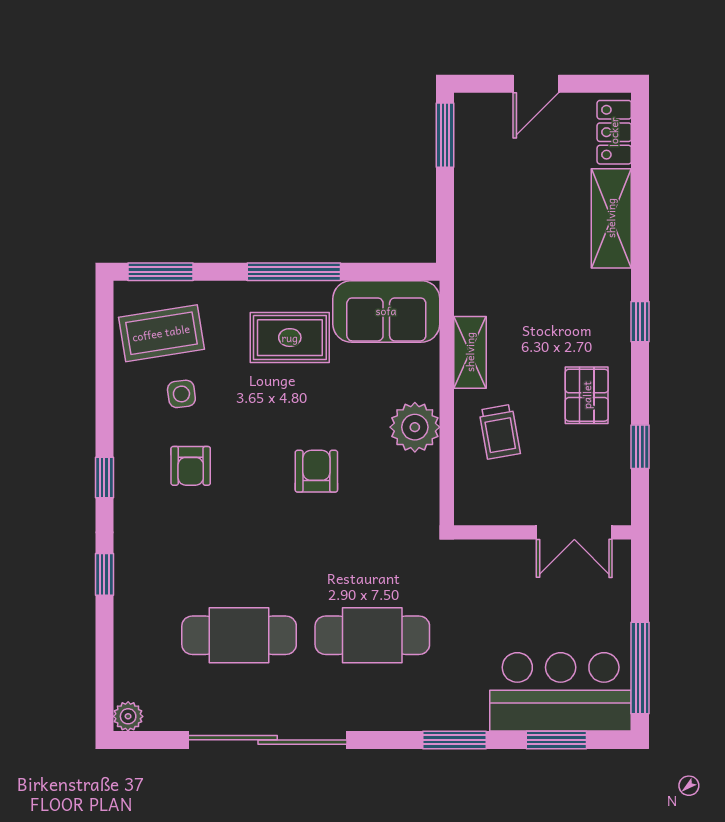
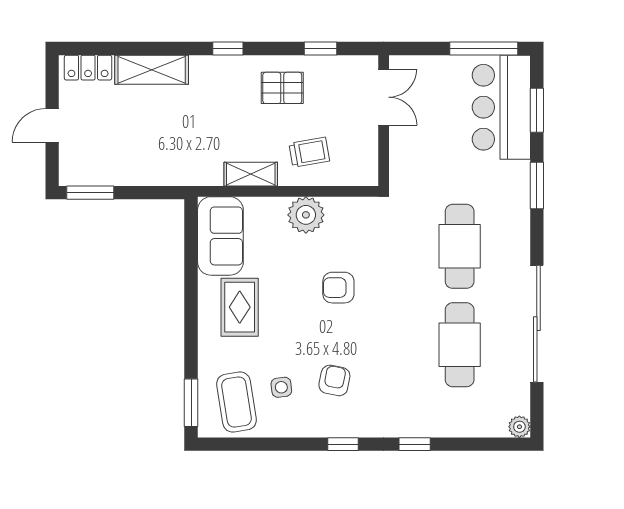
door: (536, 84) -> (52, 125), swing flipped
window: (294, 272) -> (191, 304), removed
armchair: (191, 466) -> (334, 380), turned -79

